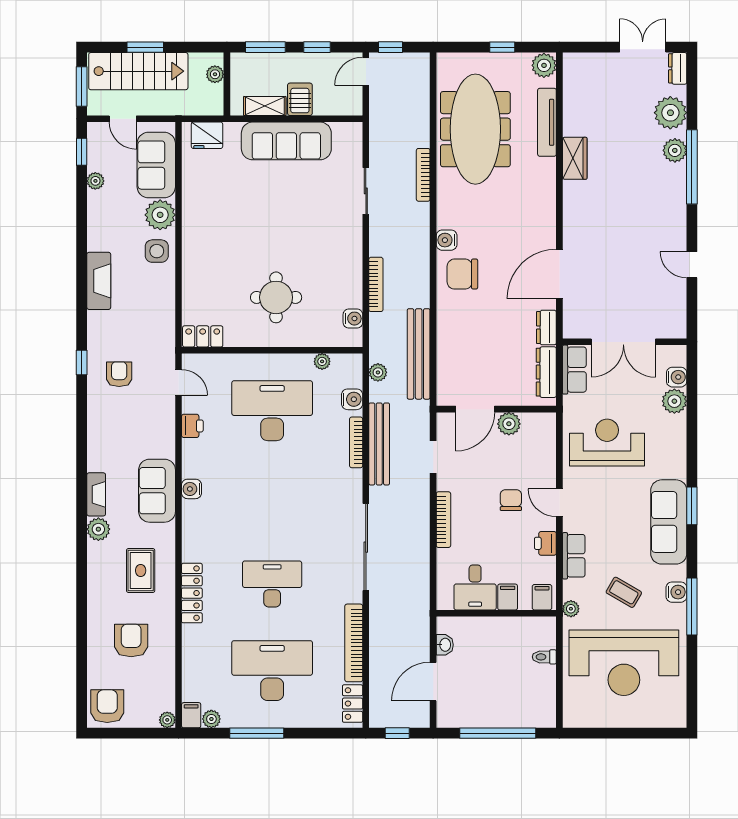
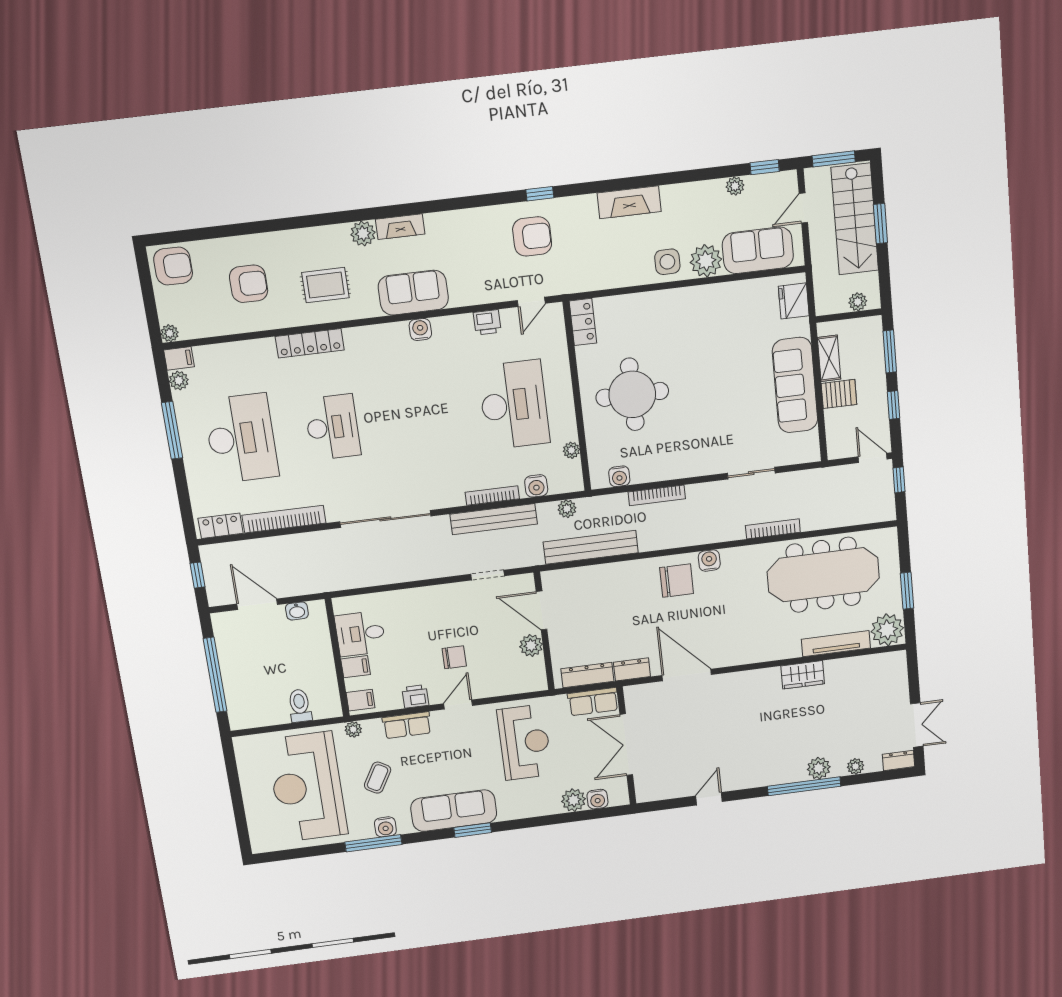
window: (502, 47) -> (907, 591), width x1.50
plant: (544, 65) -> (887, 630), width x1.36, depth x1.36
plant: (670, 113) -> (856, 766), width x0.53, depth x0.53
chair: (462, 274) -> (677, 581), turned 90
round table: (276, 297) -> (632, 394), width x1.36, depth x1.36
armchair: (119, 374) -> (532, 236), width x1.38, depth x1.38
bookcase: (443, 520) -> (425, 593), removed
toilet: (544, 657) -> (300, 706), width x1.37, depth x1.39

